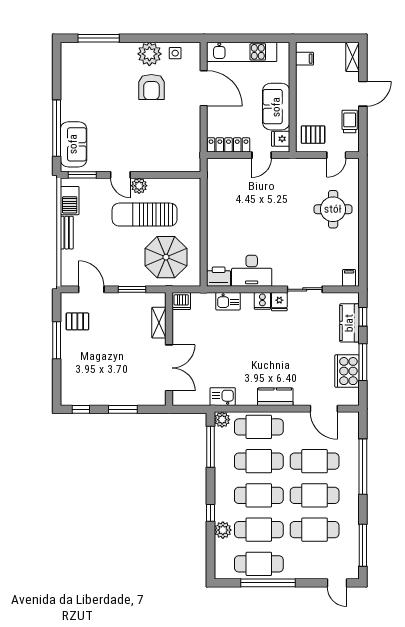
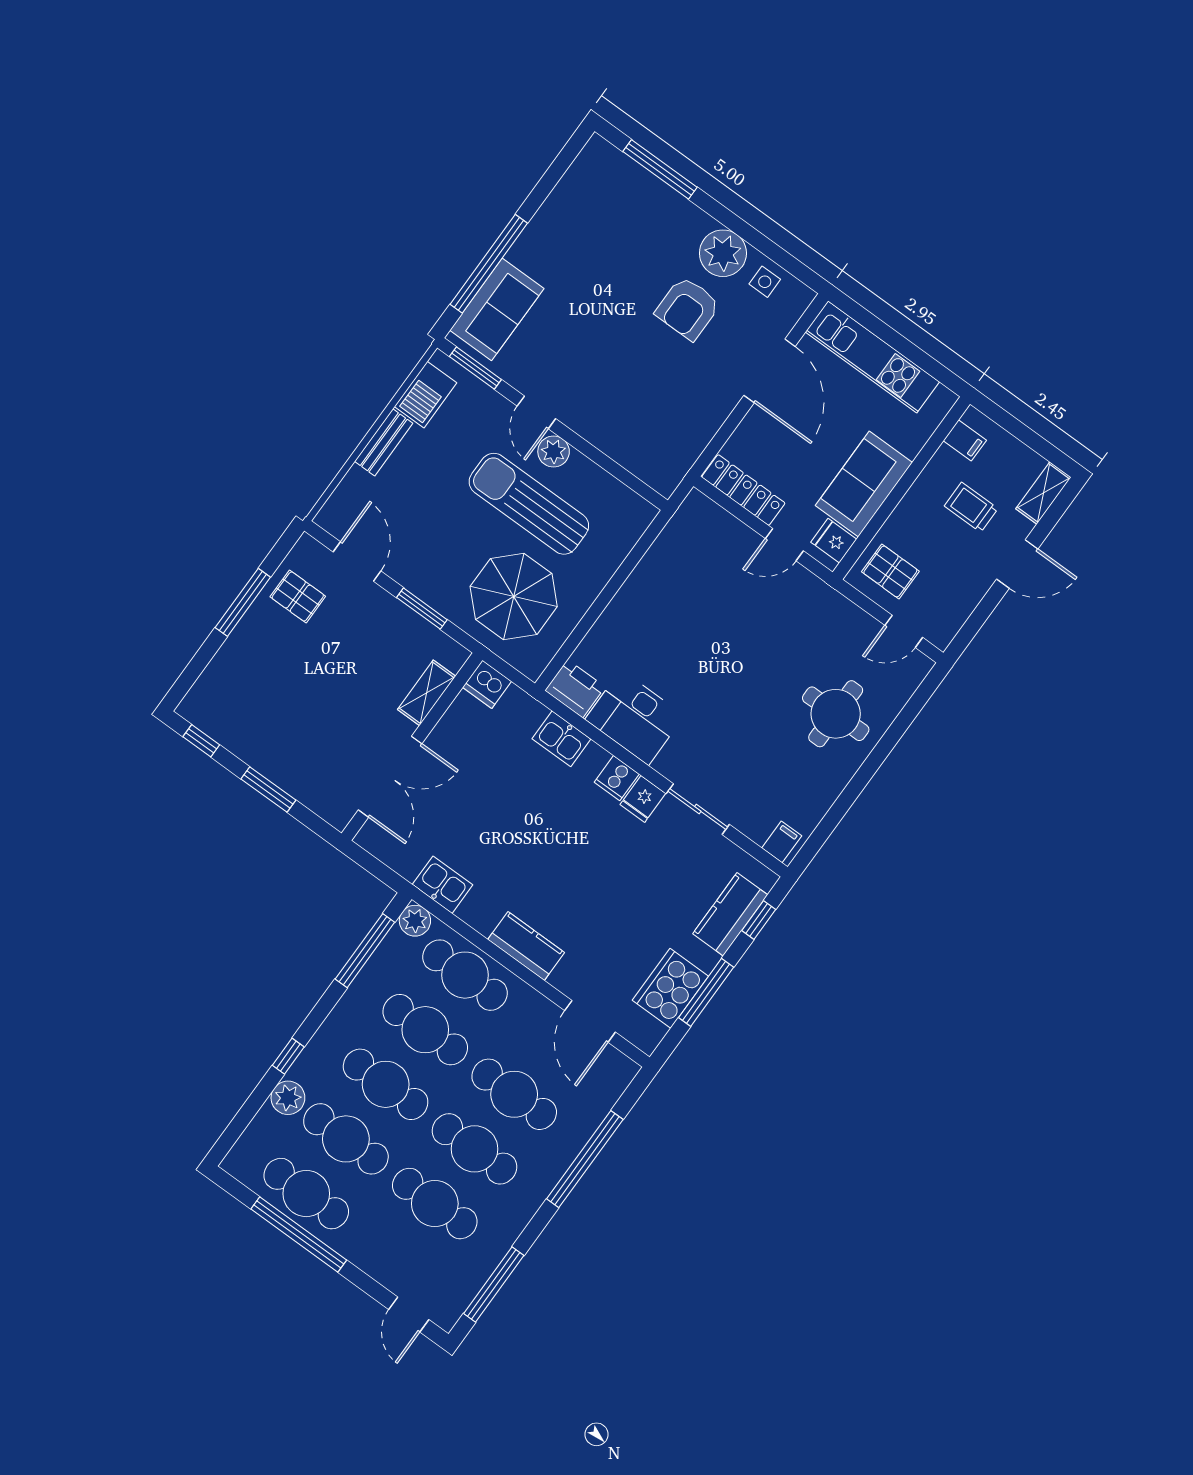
trolley: (350, 121) -> (971, 507), moved, turned -90

